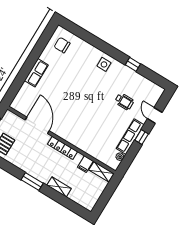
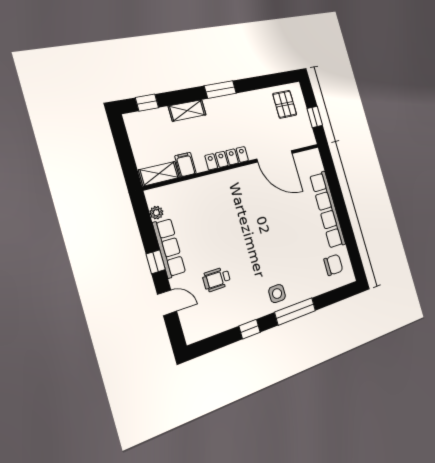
window: (104, 47) -> (295, 311), added
row of seats: (36, 73) -> (328, 210), width x2.02
window: (74, 207) -> (147, 103), added

